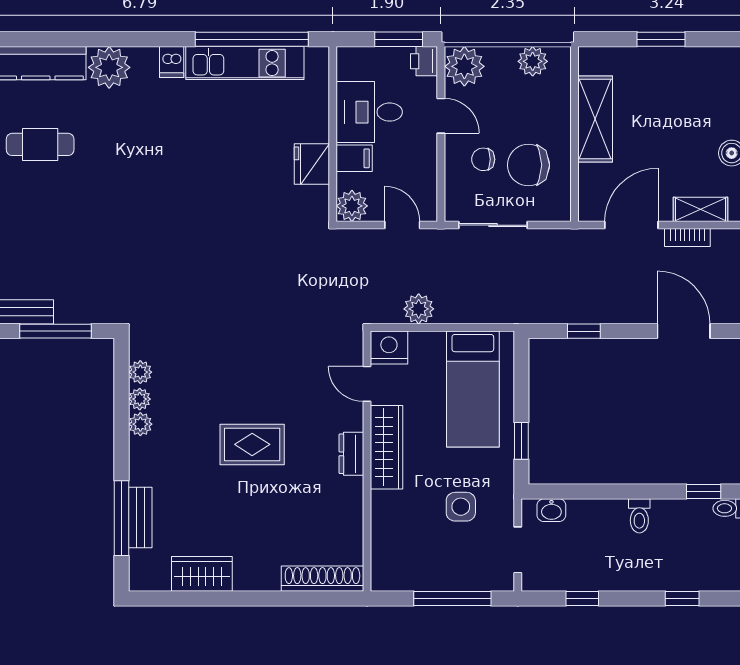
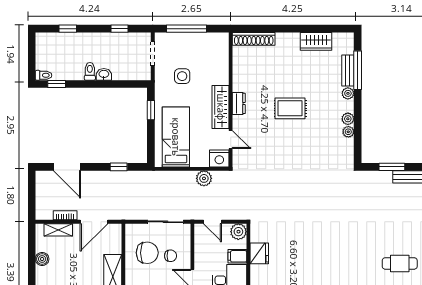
window: (55, 331) -> (392, 167), width x0.69
plant: (140, 372) -> (348, 93), moved
washbasin: (551, 510) -> (104, 74), moved

